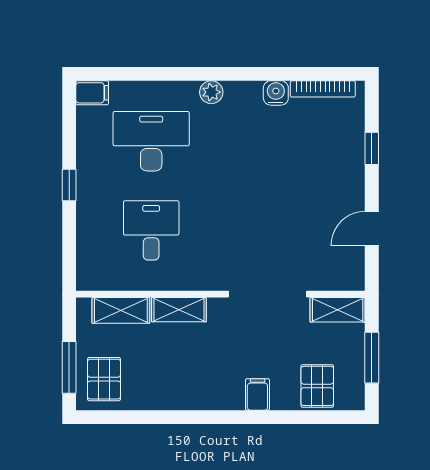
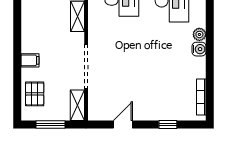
water cooler: (276, 93) -> (199, 49), moved
door: (372, 229) -> (123, 124), hinge flipped
pallet: (317, 386) -> (35, 94), turned 90

